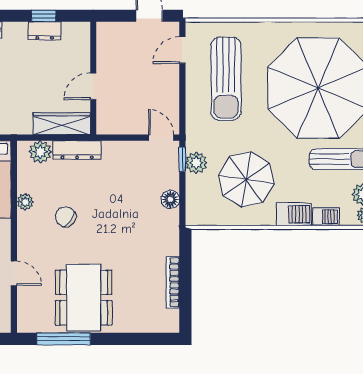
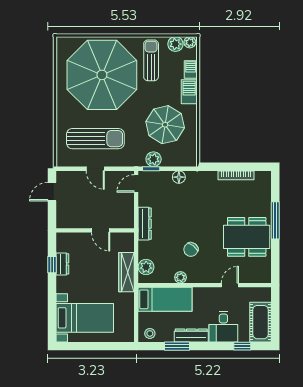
door: (182, 50) -> (95, 169), moved
wardrobe: (62, 124) -> (126, 272), moved
dresser: (77, 150) -> (145, 224), moved
window: (64, 339) -> (275, 220), moved

